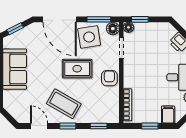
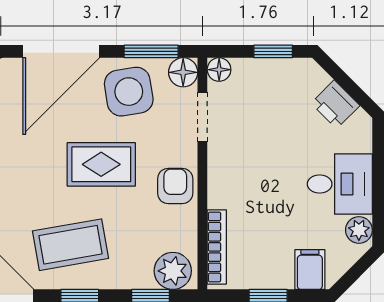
door: (60, 19) -> (61, 51), hinge flipped
window: (140, 19) -> (273, 51), moved
coffee table: (64, 104) -> (71, 245), turned -40
plant: (108, 115) -> (173, 271), added

